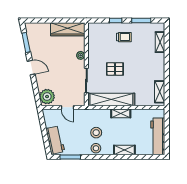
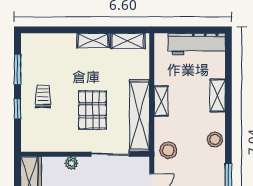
shelving: (160, 42) -> (93, 40), moved
pallet: (115, 69) -> (92, 110), width x1.50, depth x1.42
stool: (96, 133) -> (168, 150), moved

